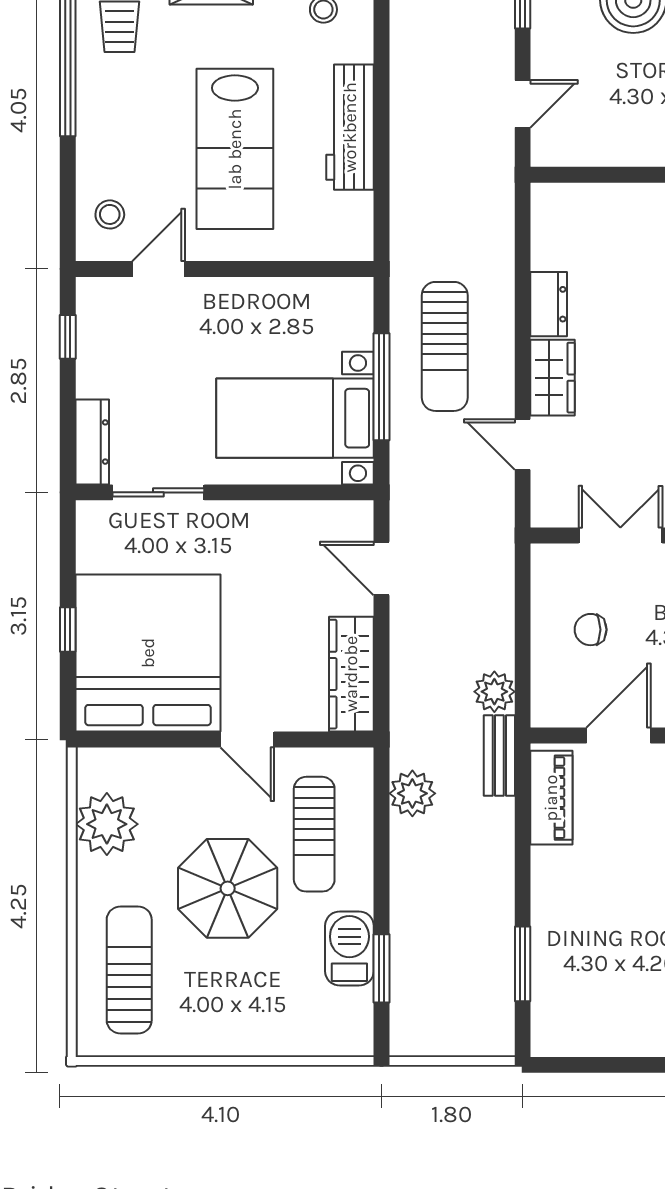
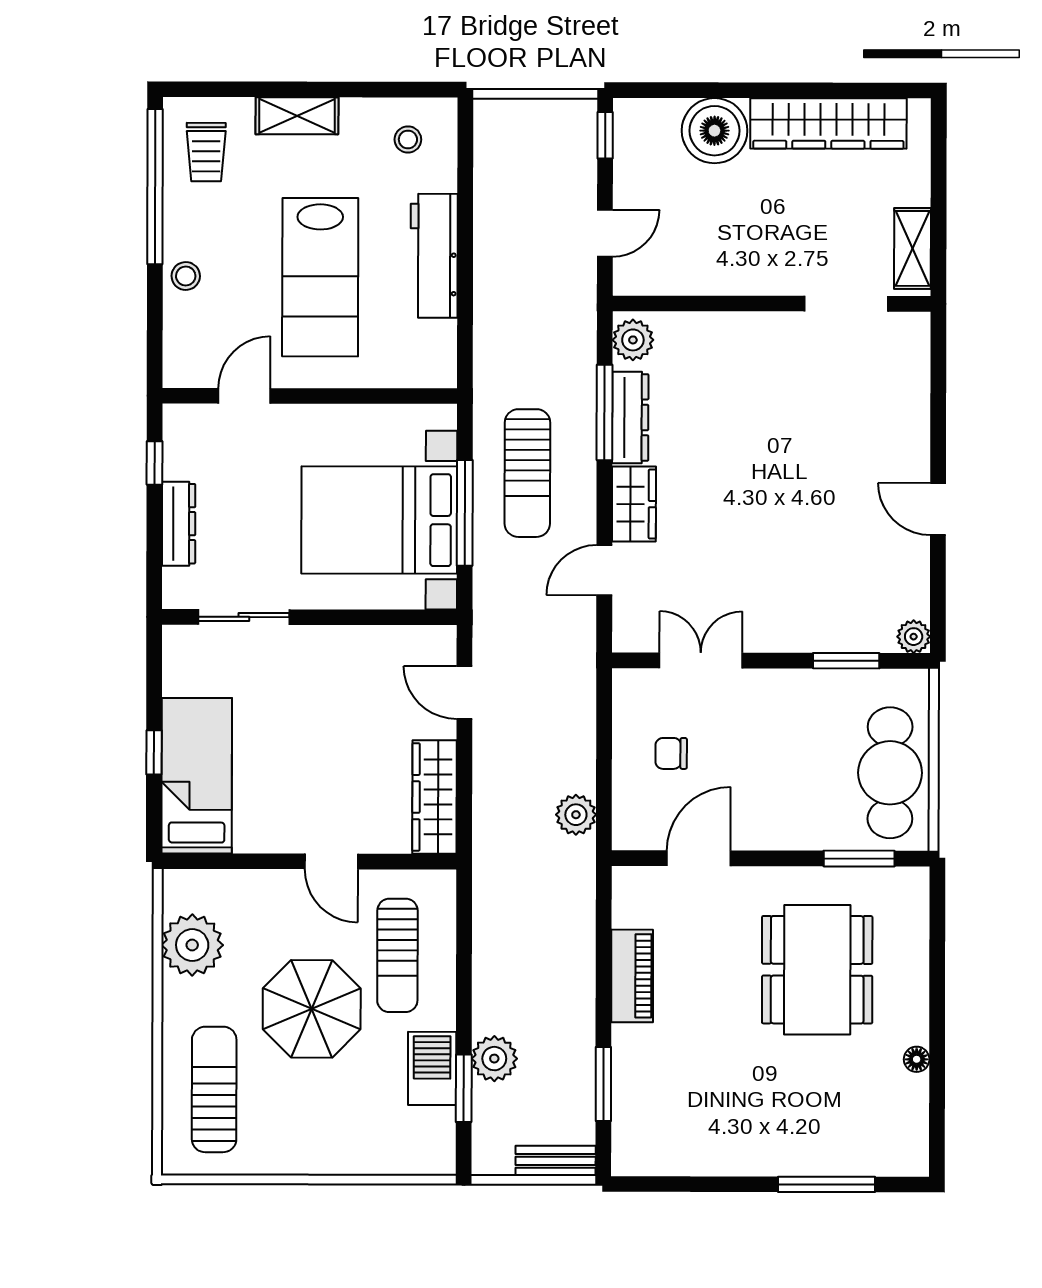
plant: (551, 212) -> (633, 340), added
stool: (110, 214) -> (186, 276), moved
window: (523, 285) -> (605, 412), added
dresser: (549, 304) -> (630, 417), width x1.44
bed with nightstands: (295, 418) -> (379, 520), width x1.36
dresser: (92, 442) -> (179, 524), moved
door: (523, 445) -> (604, 570), hinge flipped
bed: (148, 653) -> (197, 776), width x0.49
bench: (499, 756) -> (556, 1161), moved, turned 90
plant: (412, 793) -> (494, 1059), moved
piano: (551, 798) -> (632, 976), moved

